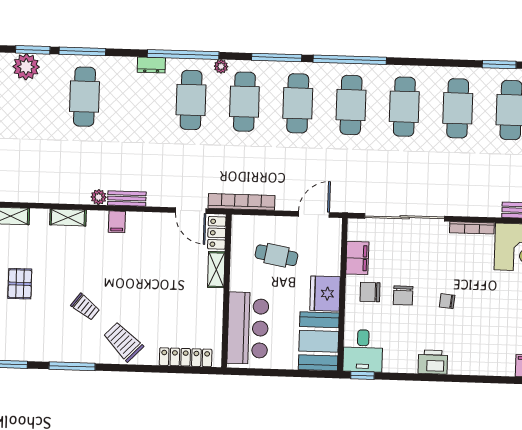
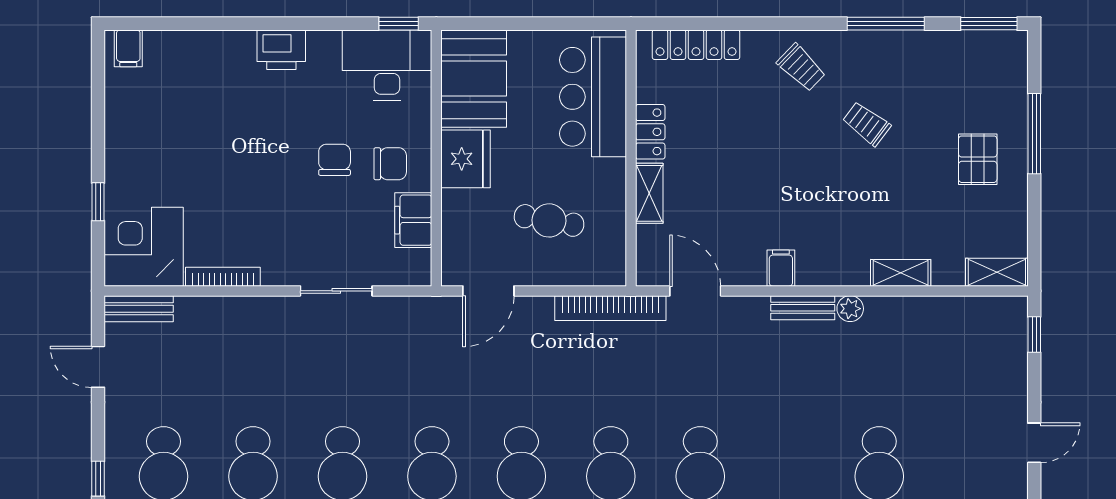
sliding door: (405, 217) -> (336, 291), width x0.54
filing cabinet: (117, 222) -> (781, 268), moved
locker: (217, 233) -> (650, 132), moved
chair: (447, 301) -> (261, 153), removed
trolley: (123, 342) -> (801, 68), width x0.73, depth x0.72
desk: (363, 351) -> (387, 65), width x1.37

